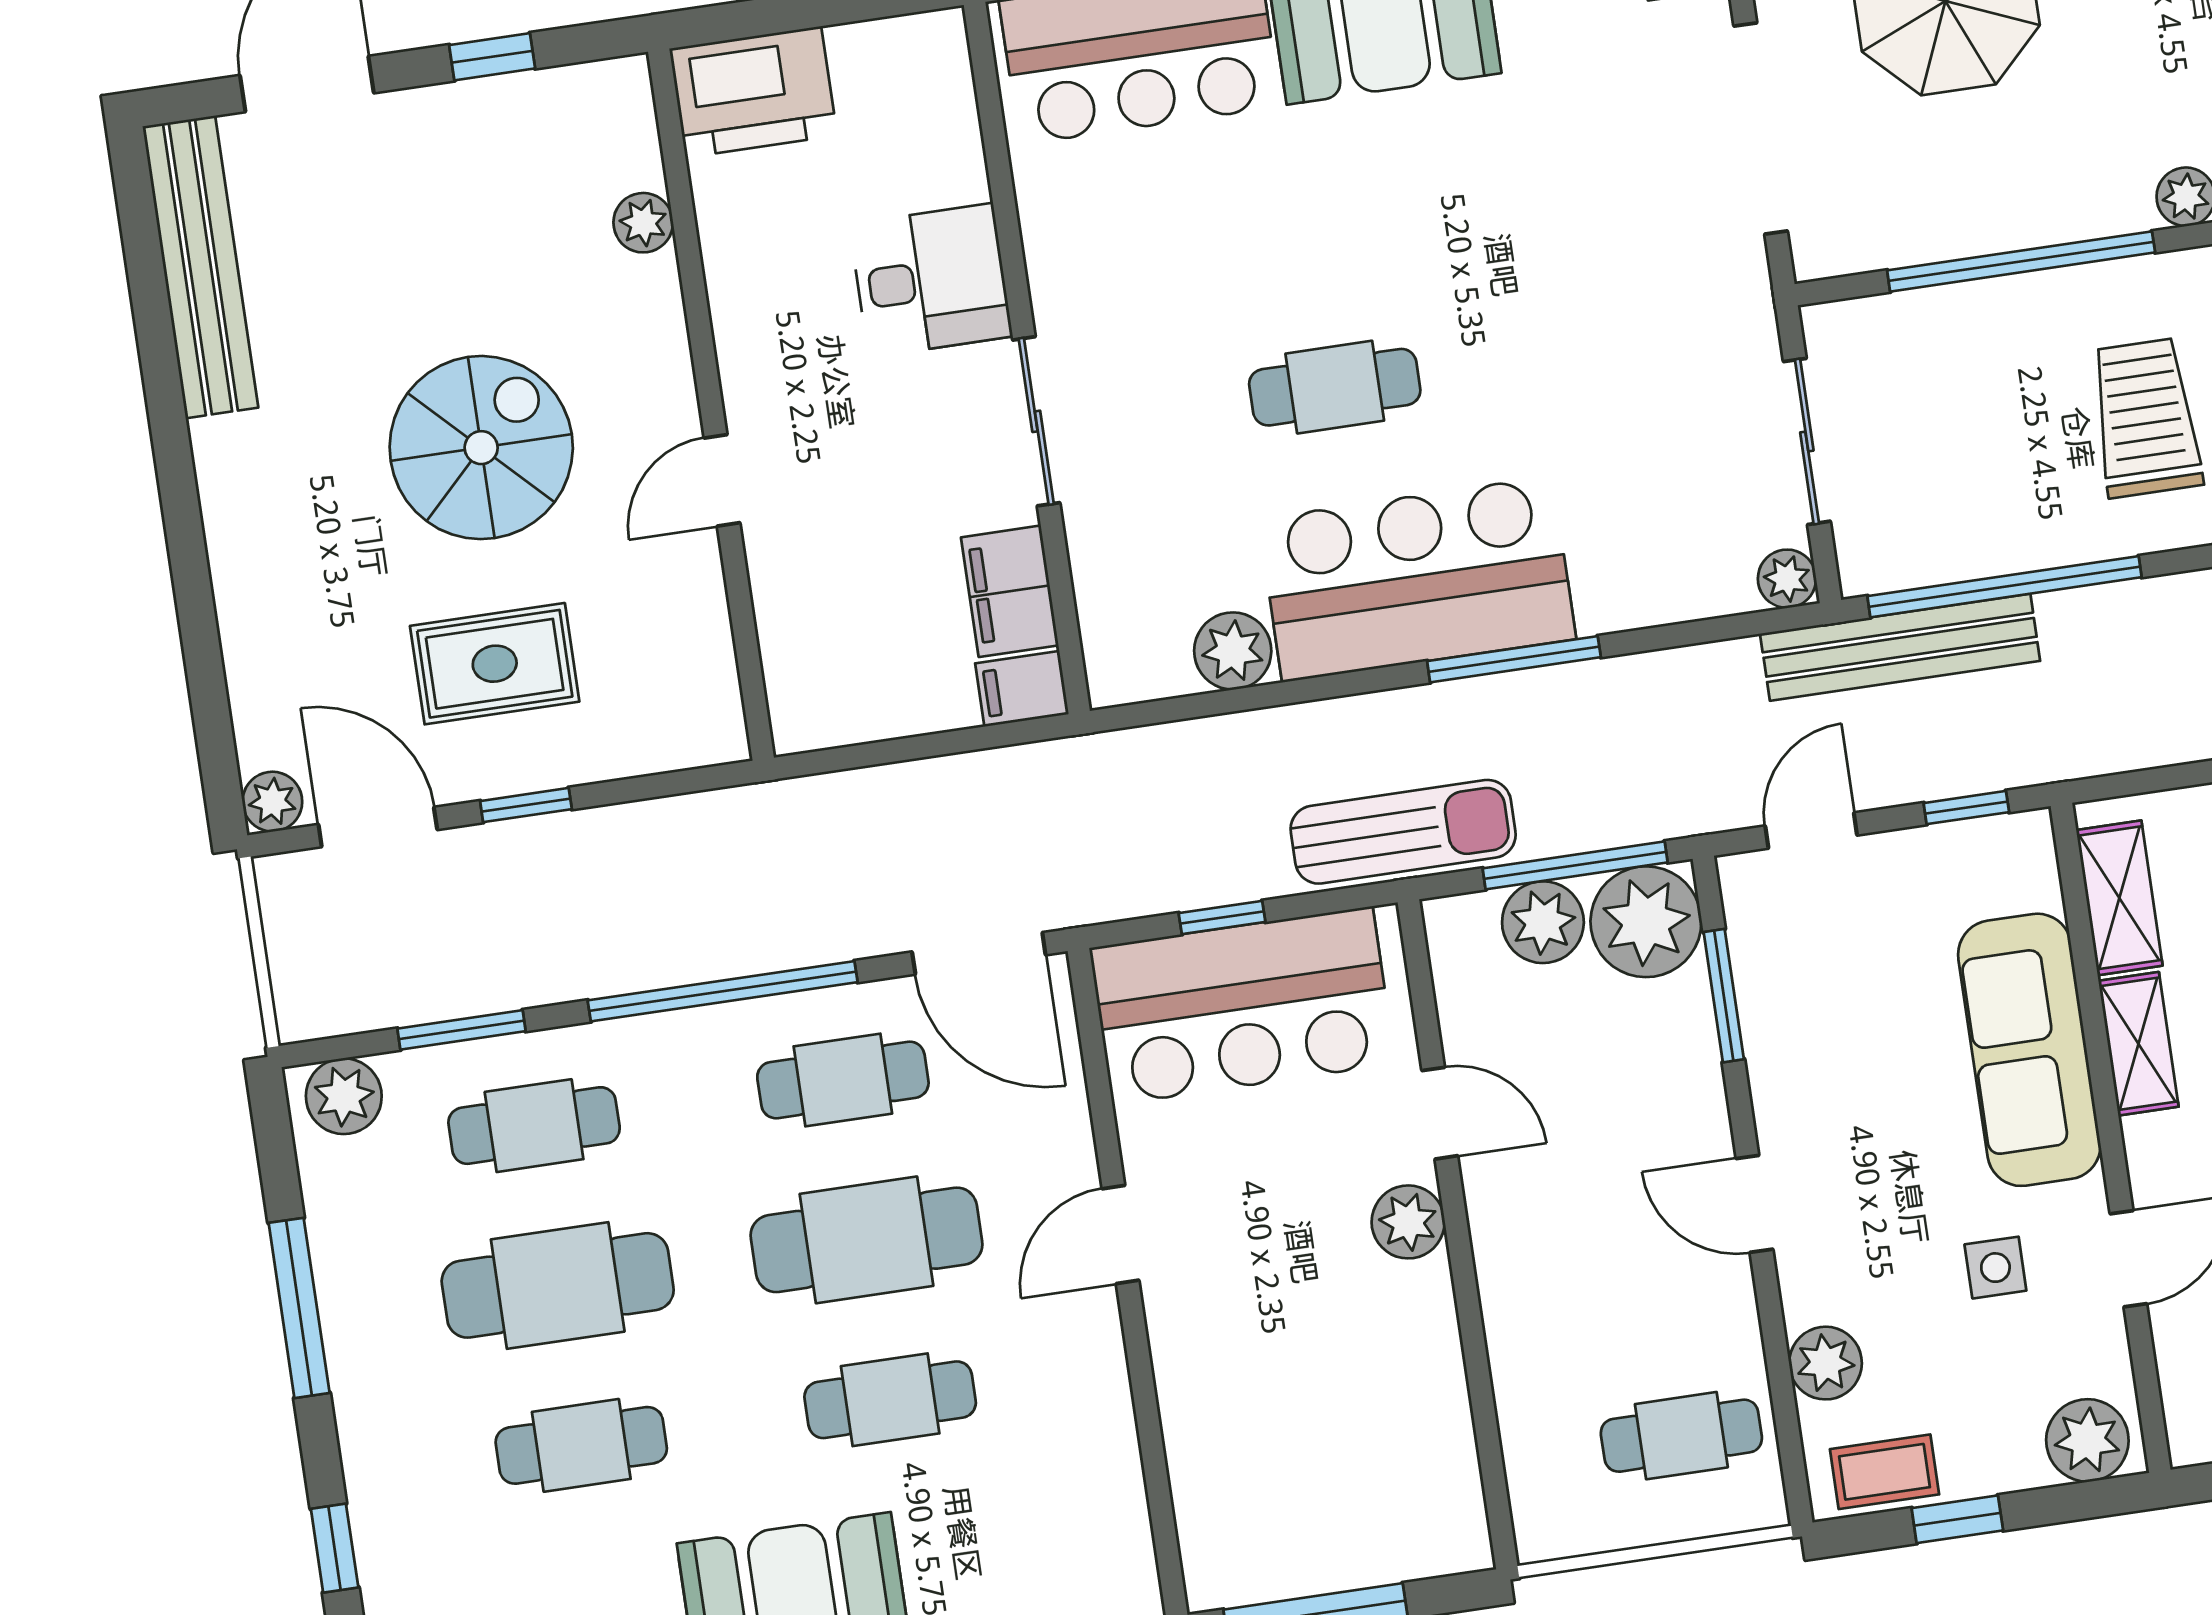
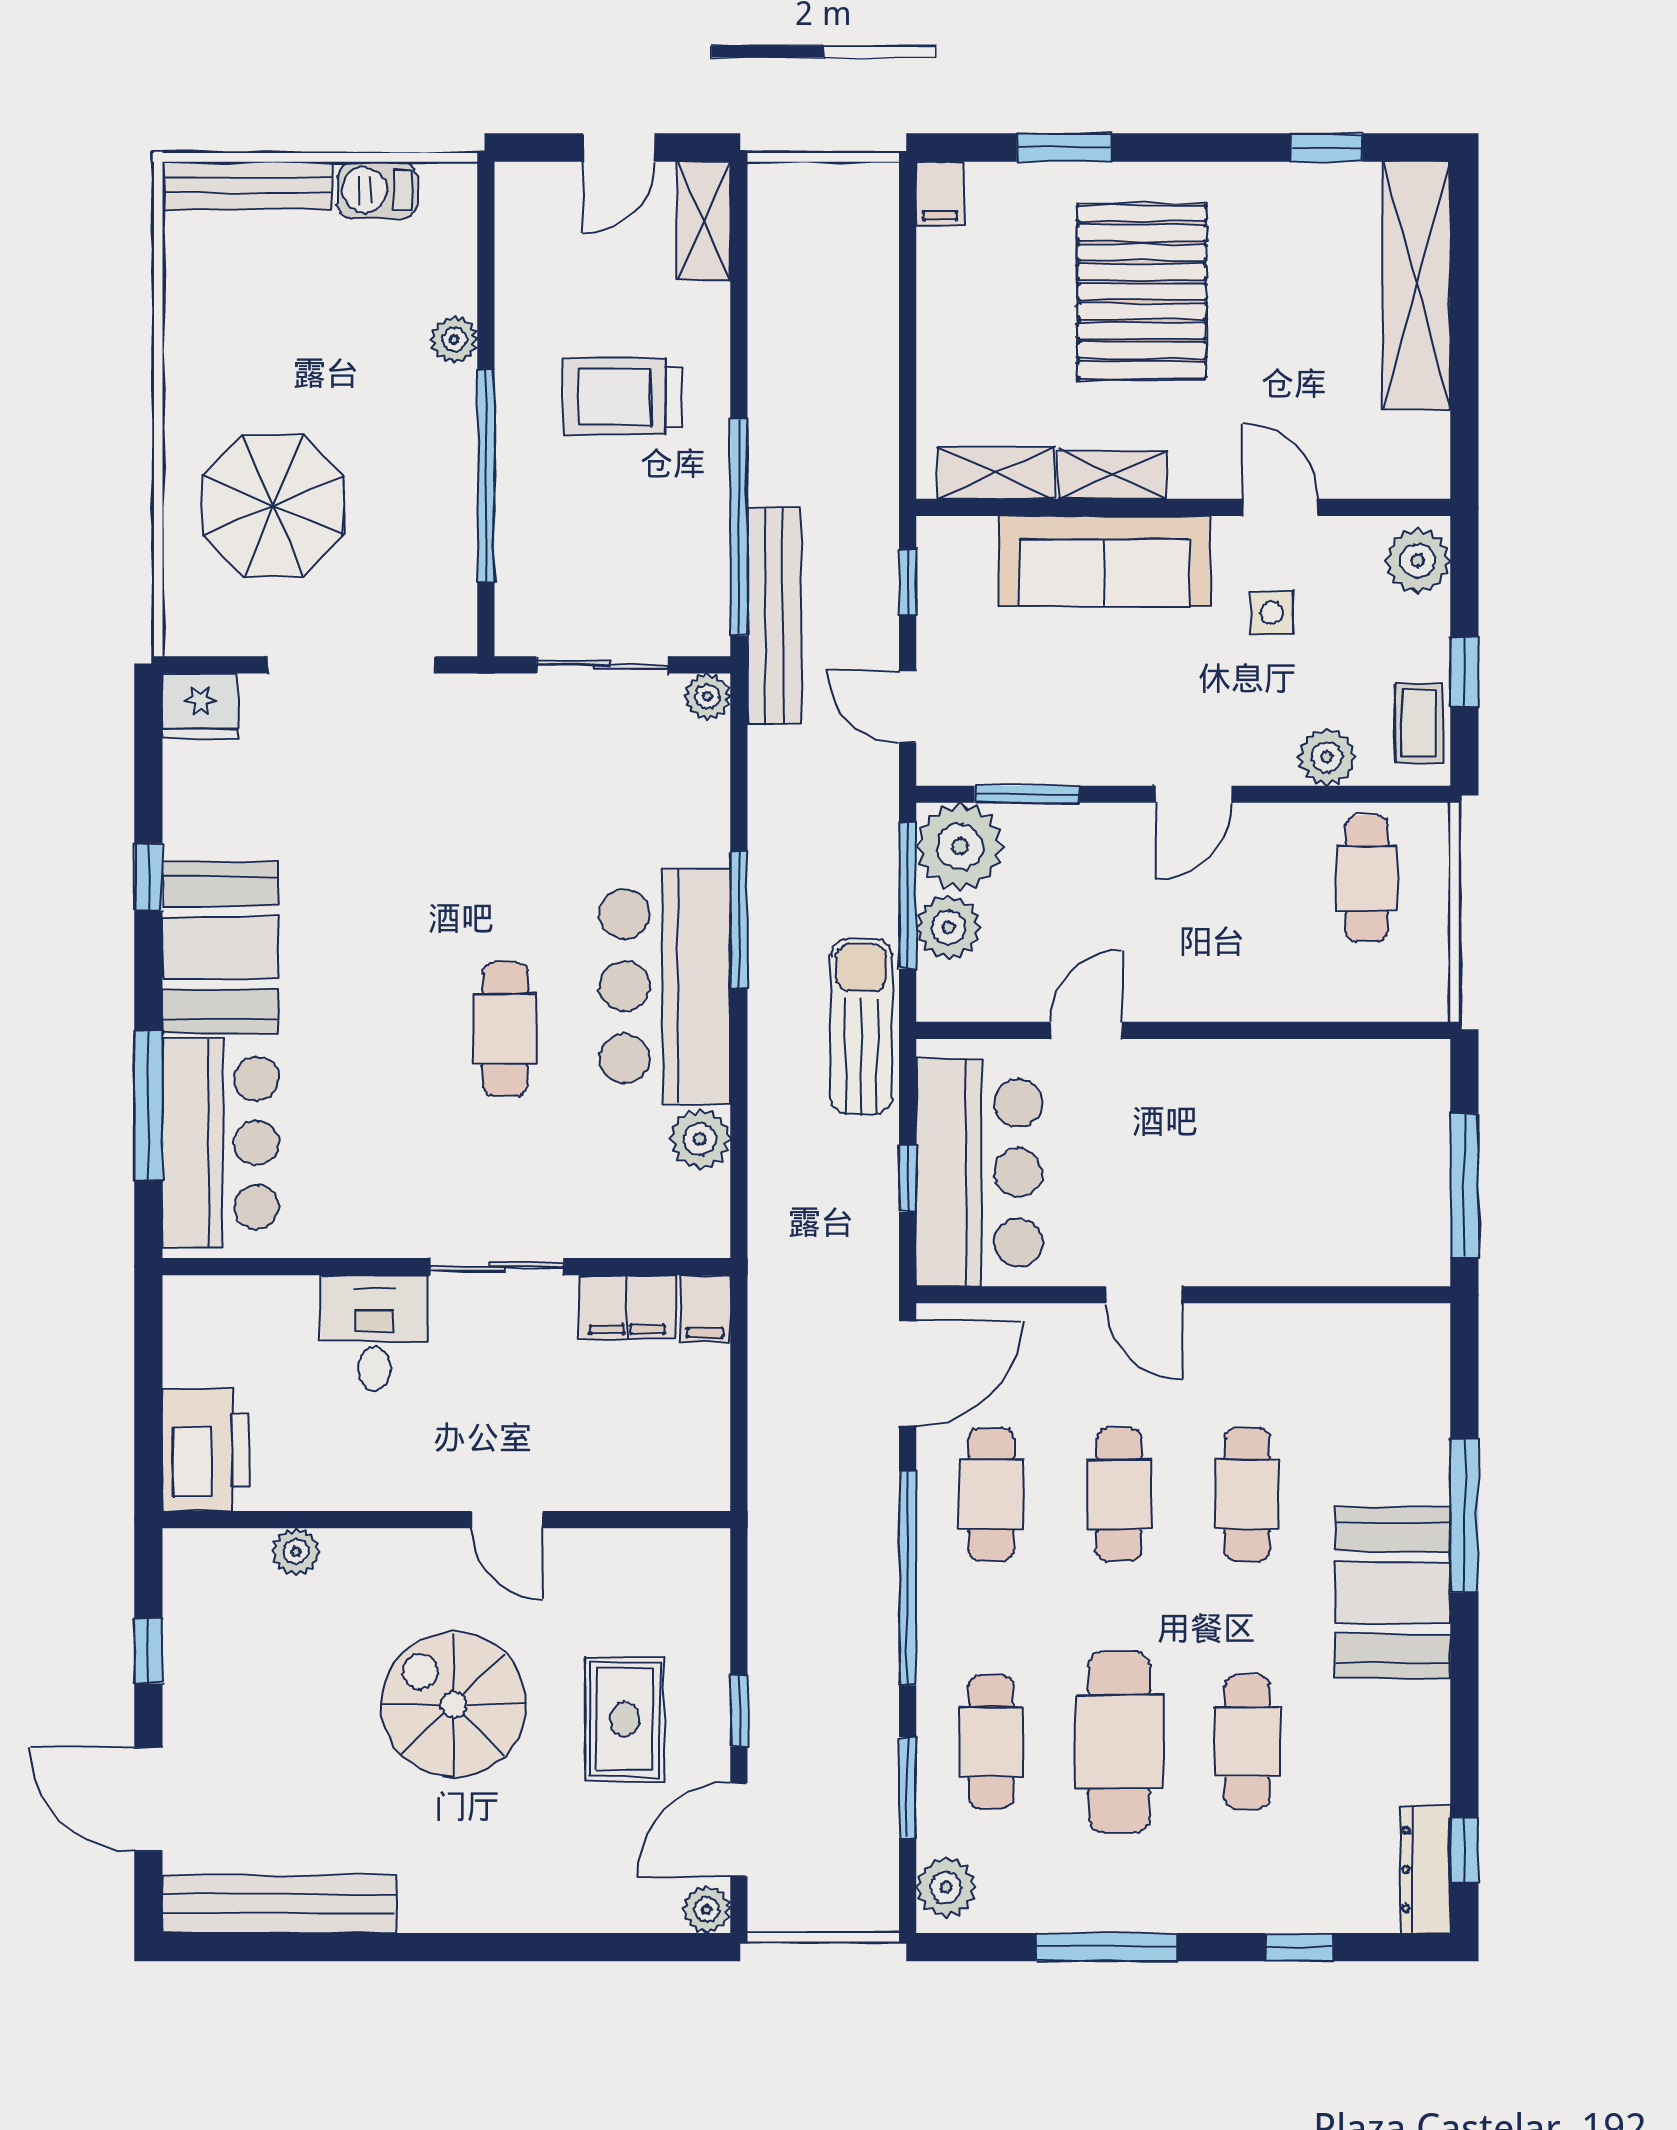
plant: (1408, 1222) -> (1168, 1068), removed
cafe table: (867, 1240) -> (1119, 1494), width x0.73, depth x0.74

